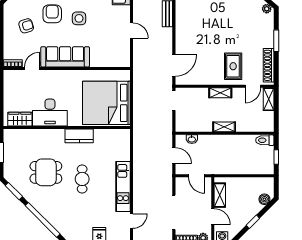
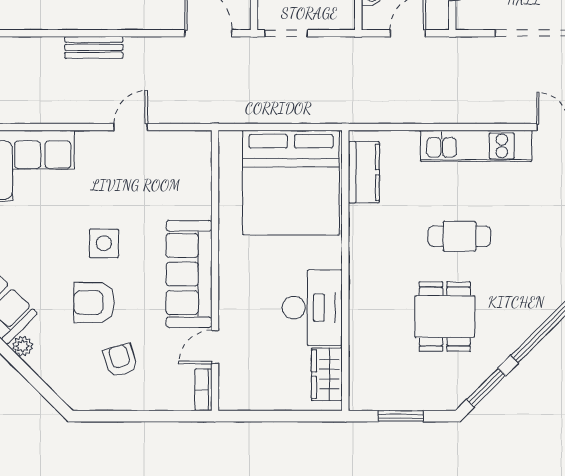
door: (32, 69) -> (215, 347), hinge flipped
kitchen counter: (79, 136) -> (364, 172), moved

